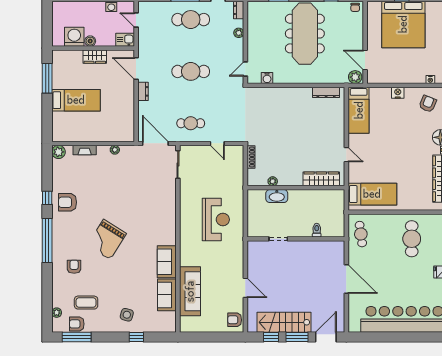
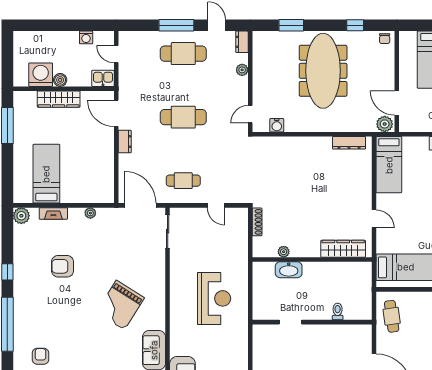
wardrobe: (95, 57) -> (59, 99), width x1.50
bed: (76, 100) -> (46, 174), moved, turned -90
armchair: (68, 202) -> (63, 266), moved
grand piano: (107, 239) -> (120, 305), moved

